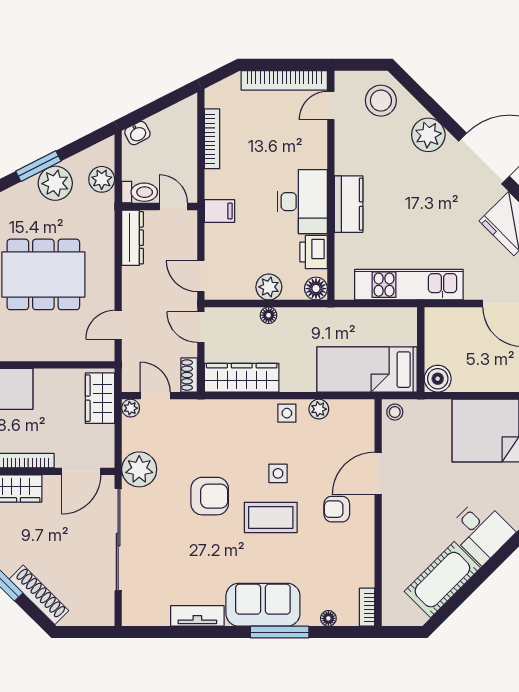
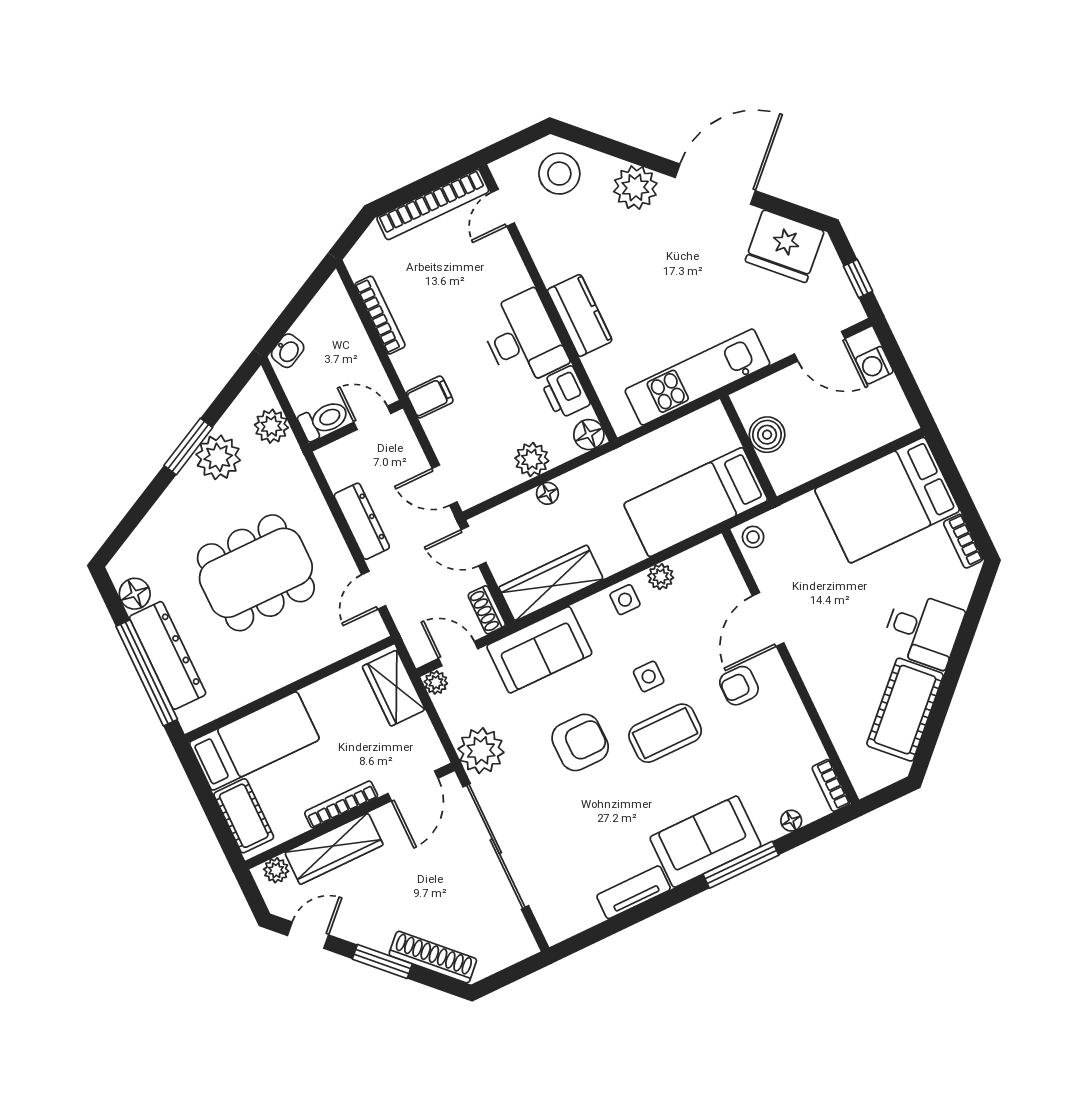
dresser: (133, 238) -> (362, 521), moved
boiler: (438, 379) -> (767, 435), moved
sofa: (212, 420) -> (539, 650), added

